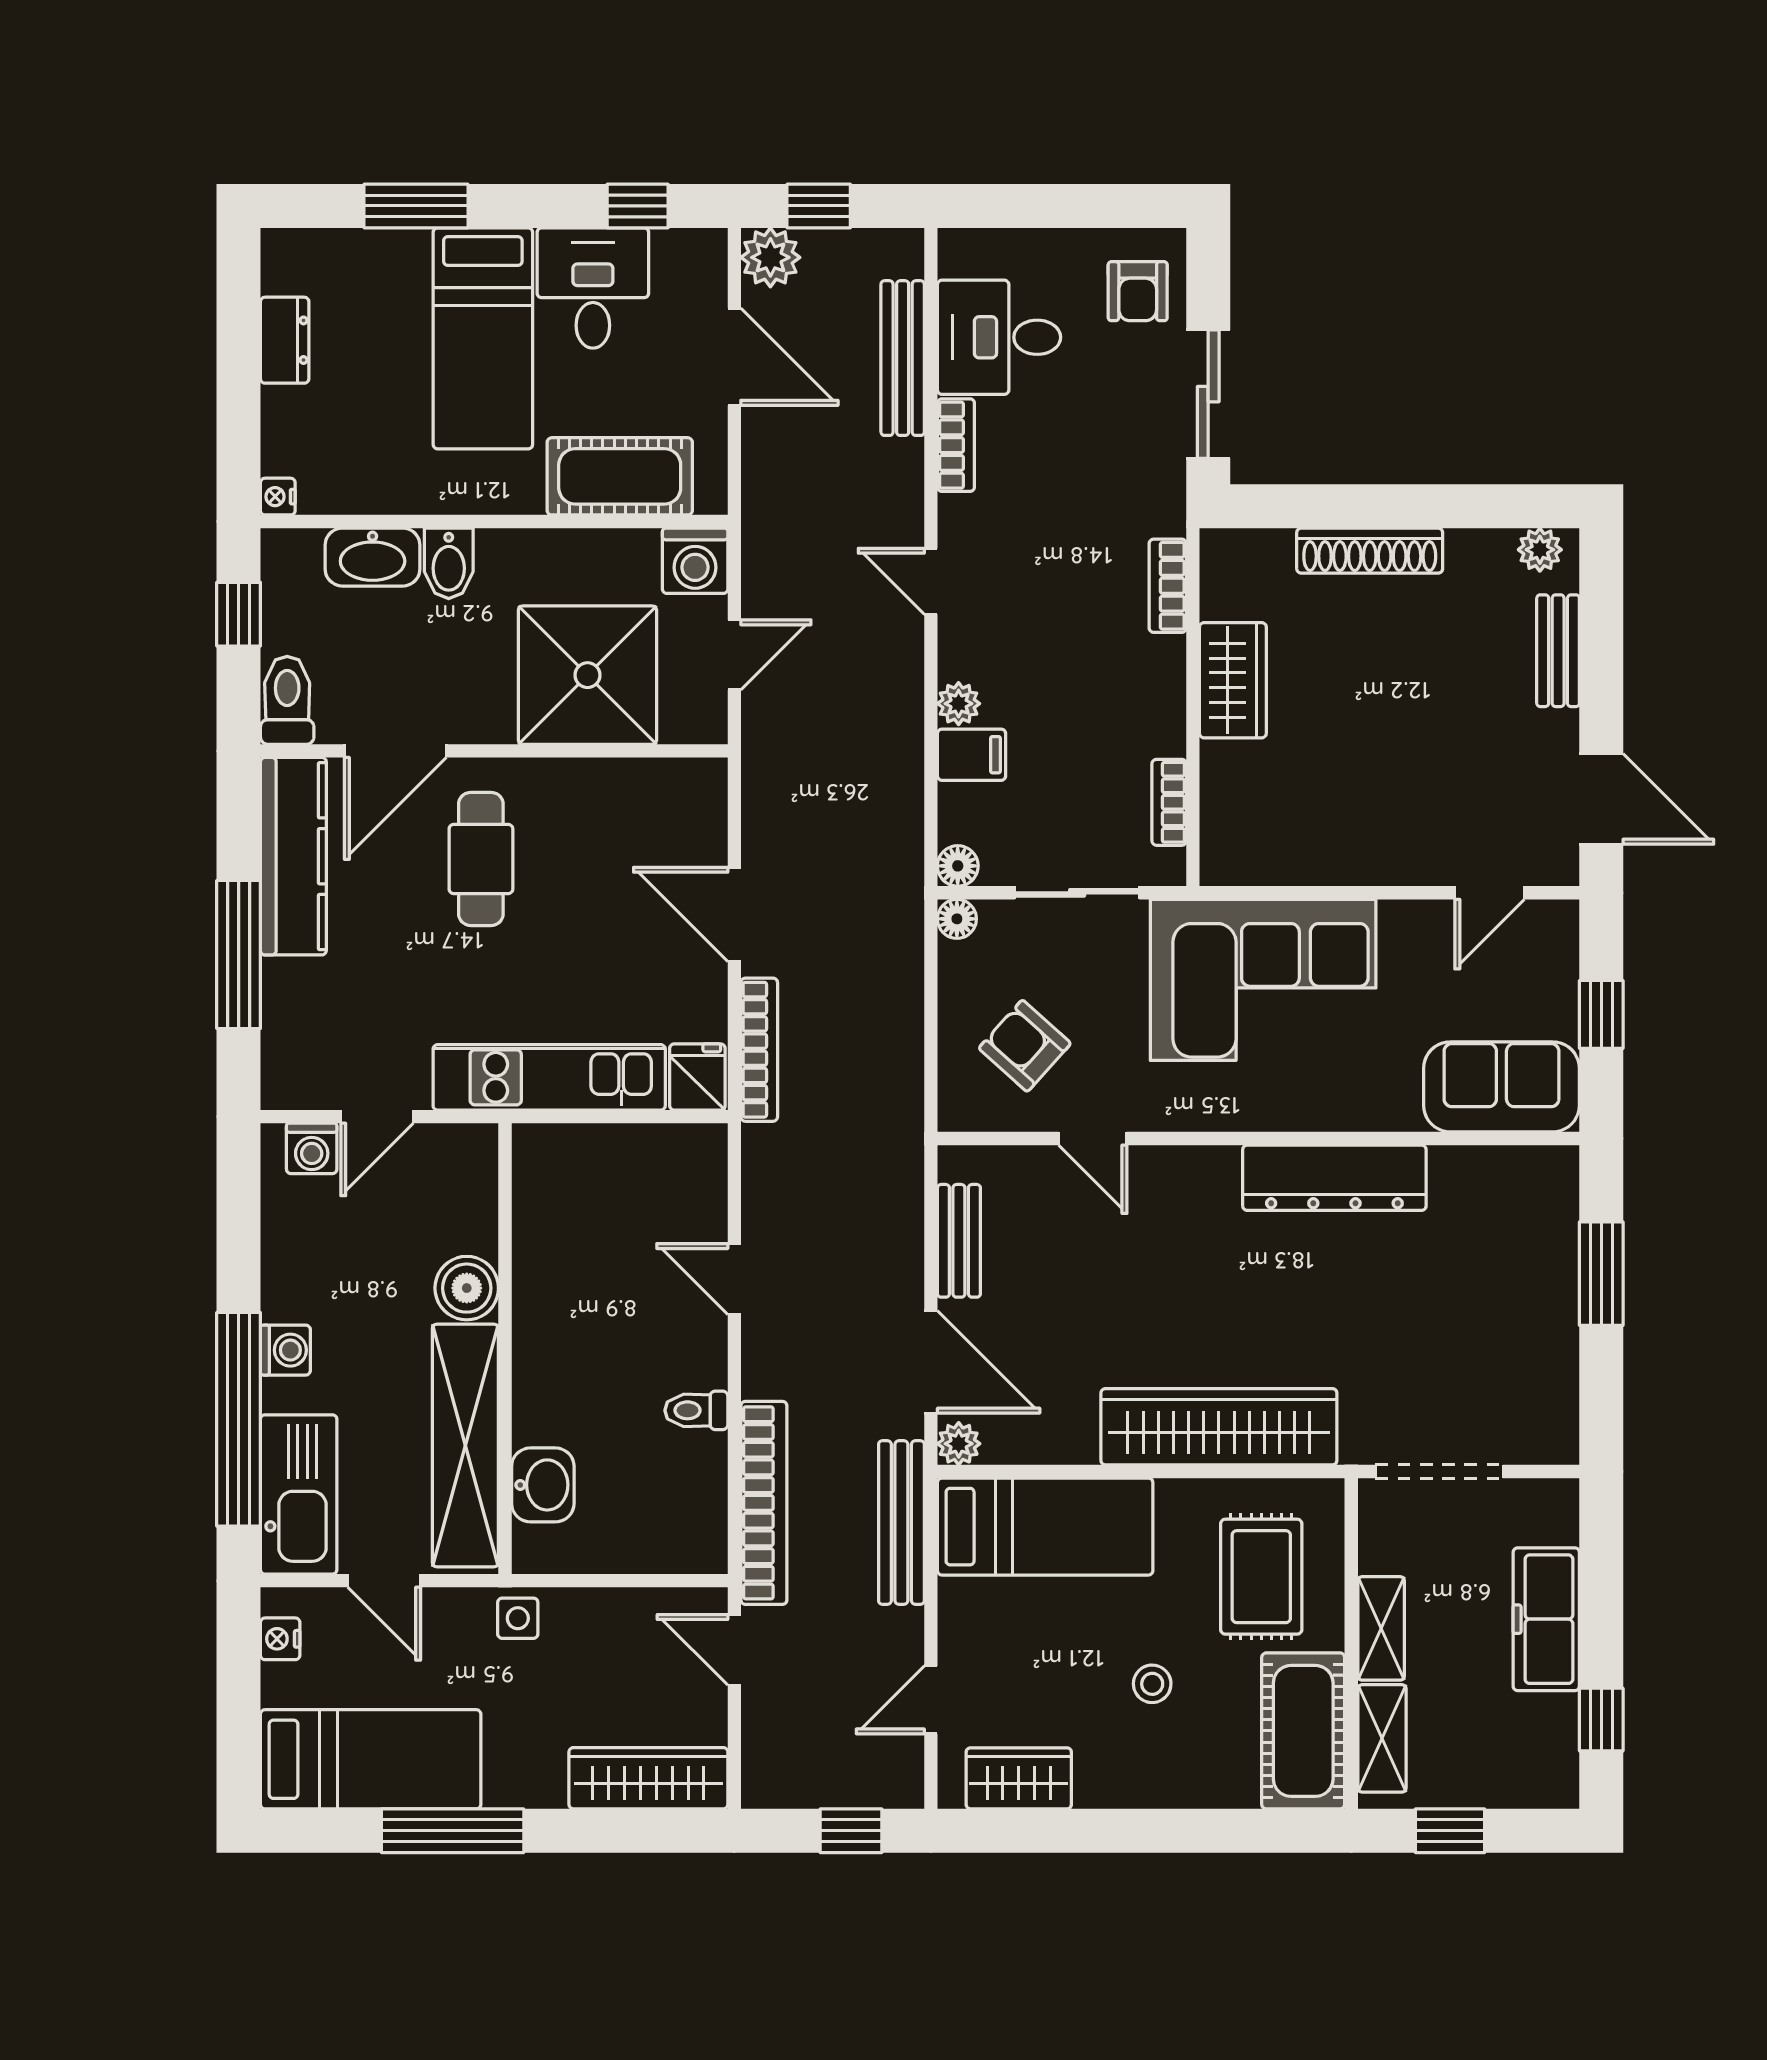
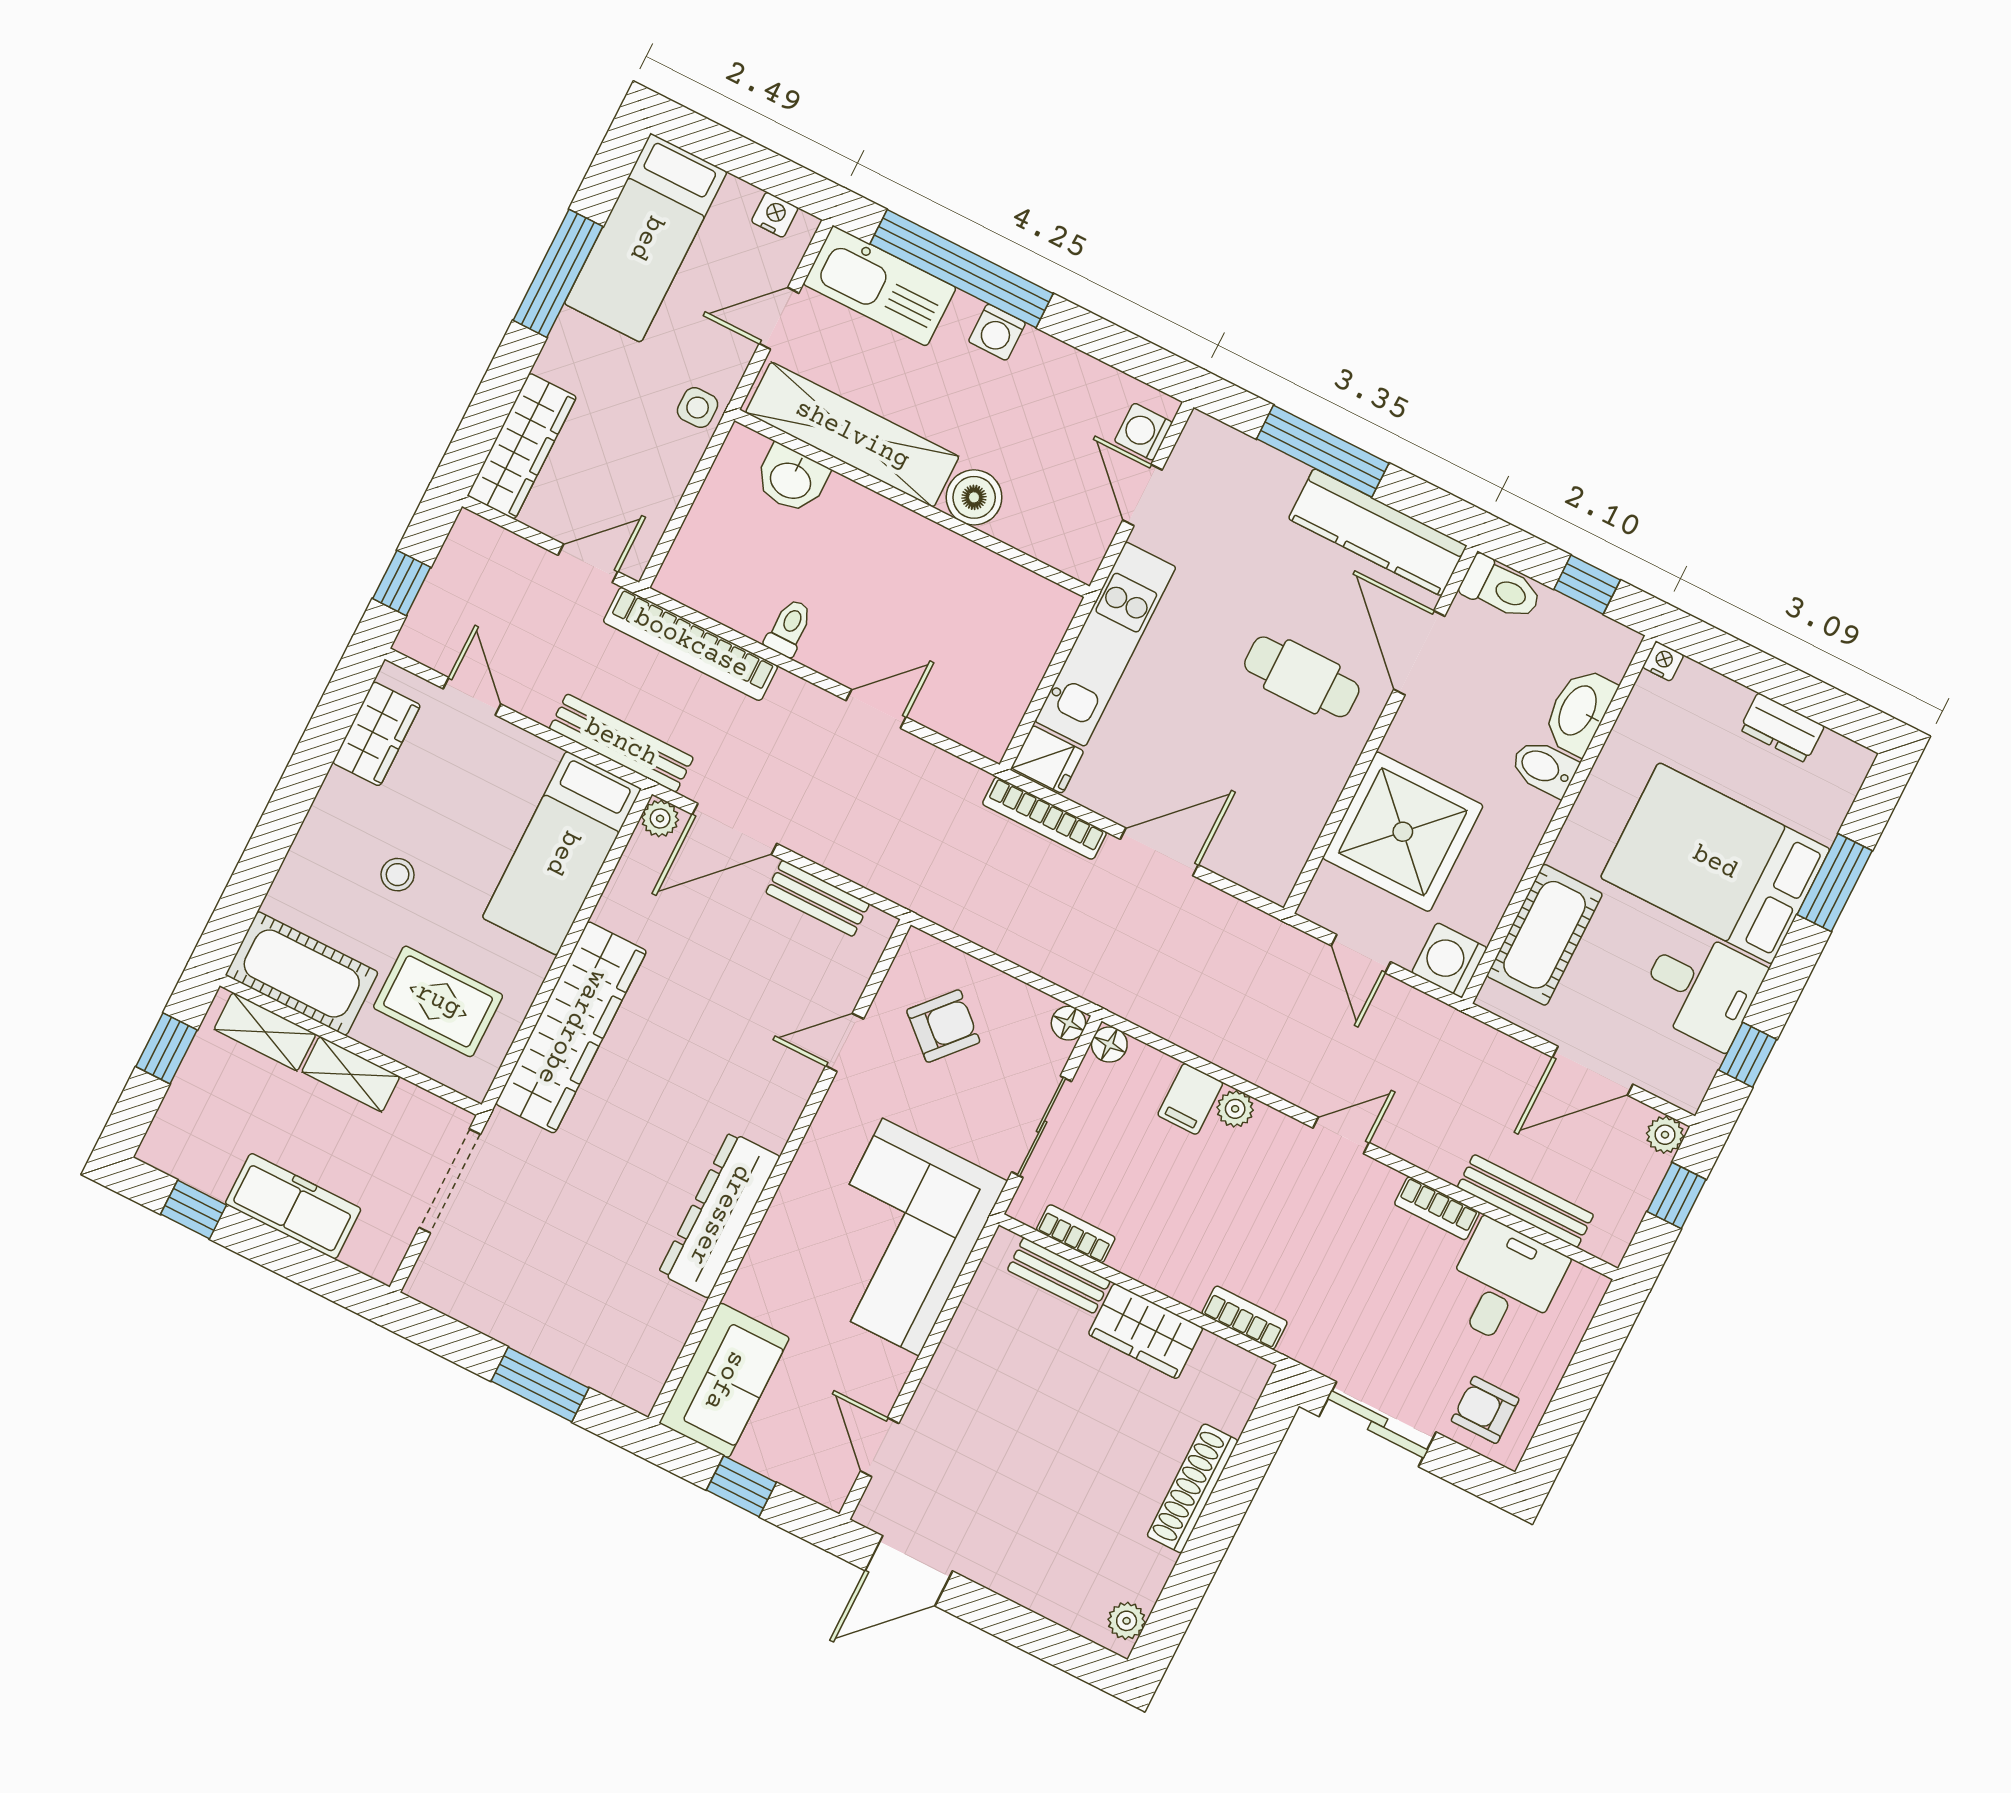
plant: (770, 257) -> (1665, 1135), width x0.73, depth x0.73
bed: (483, 338) -> (1715, 863), width x1.50
bench: (1558, 651) -> (1059, 1276), moved

